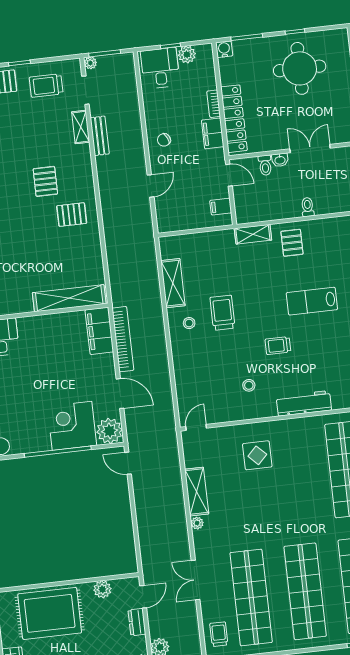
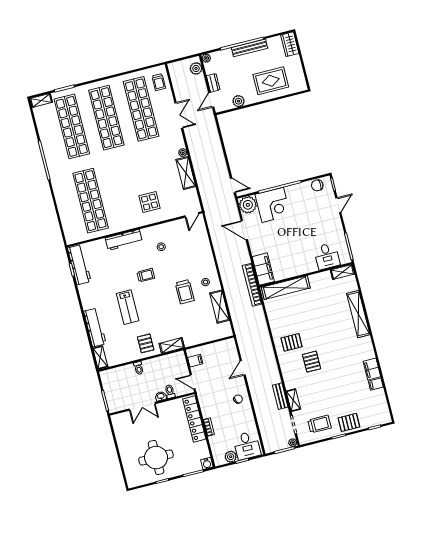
filing cabinet: (213, 133) -> (207, 408), removed
lab bench: (312, 301) -> (128, 307), turned 90
bookcase: (123, 339) -> (252, 285), moved
rug: (50, 613) -> (271, 81), width x0.73, depth x0.69

